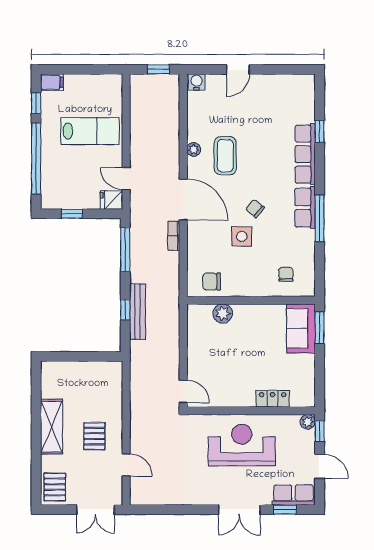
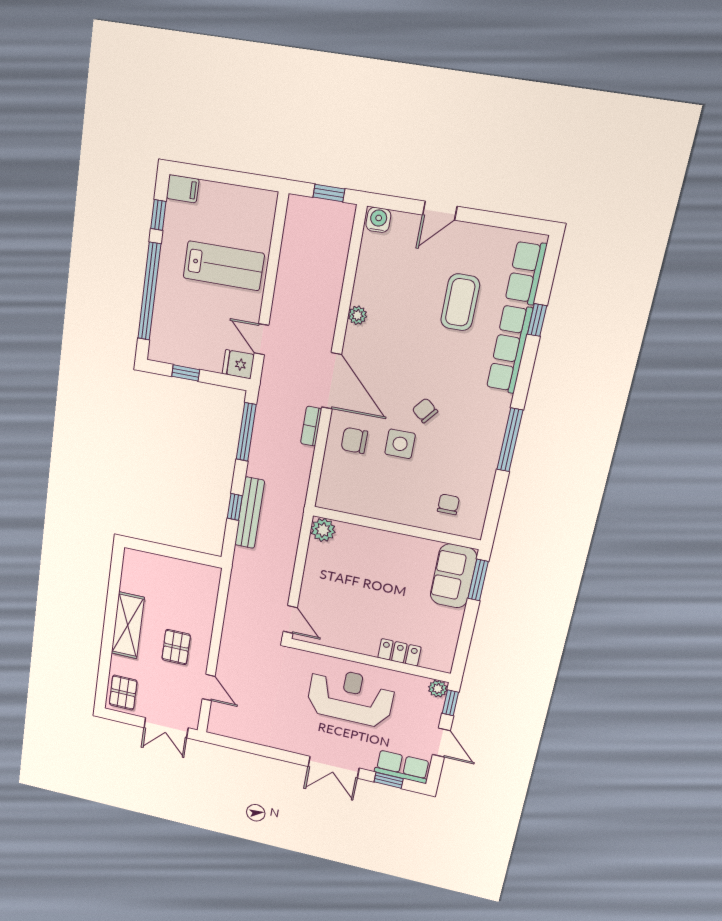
coffee table: (225, 156) -> (460, 302), moved
row of seats: (305, 208) -> (526, 272), moved
chair: (212, 282) -> (354, 440), moved
plant: (223, 313) -> (323, 530), moved

